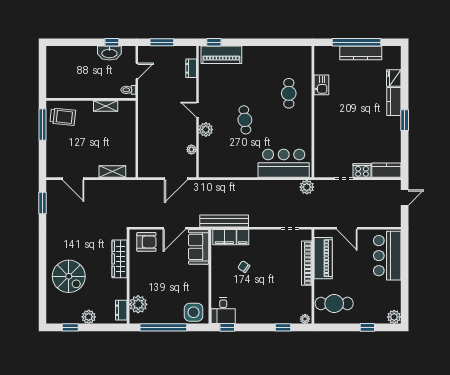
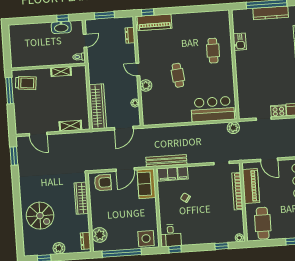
wardrobe: (147, 151) -> (98, 106), added
cafe table: (334, 303) -> (263, 223), turned 90

